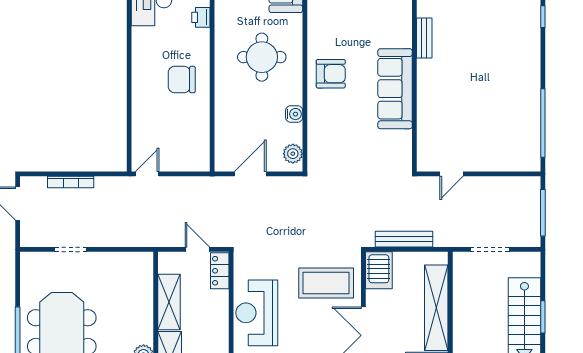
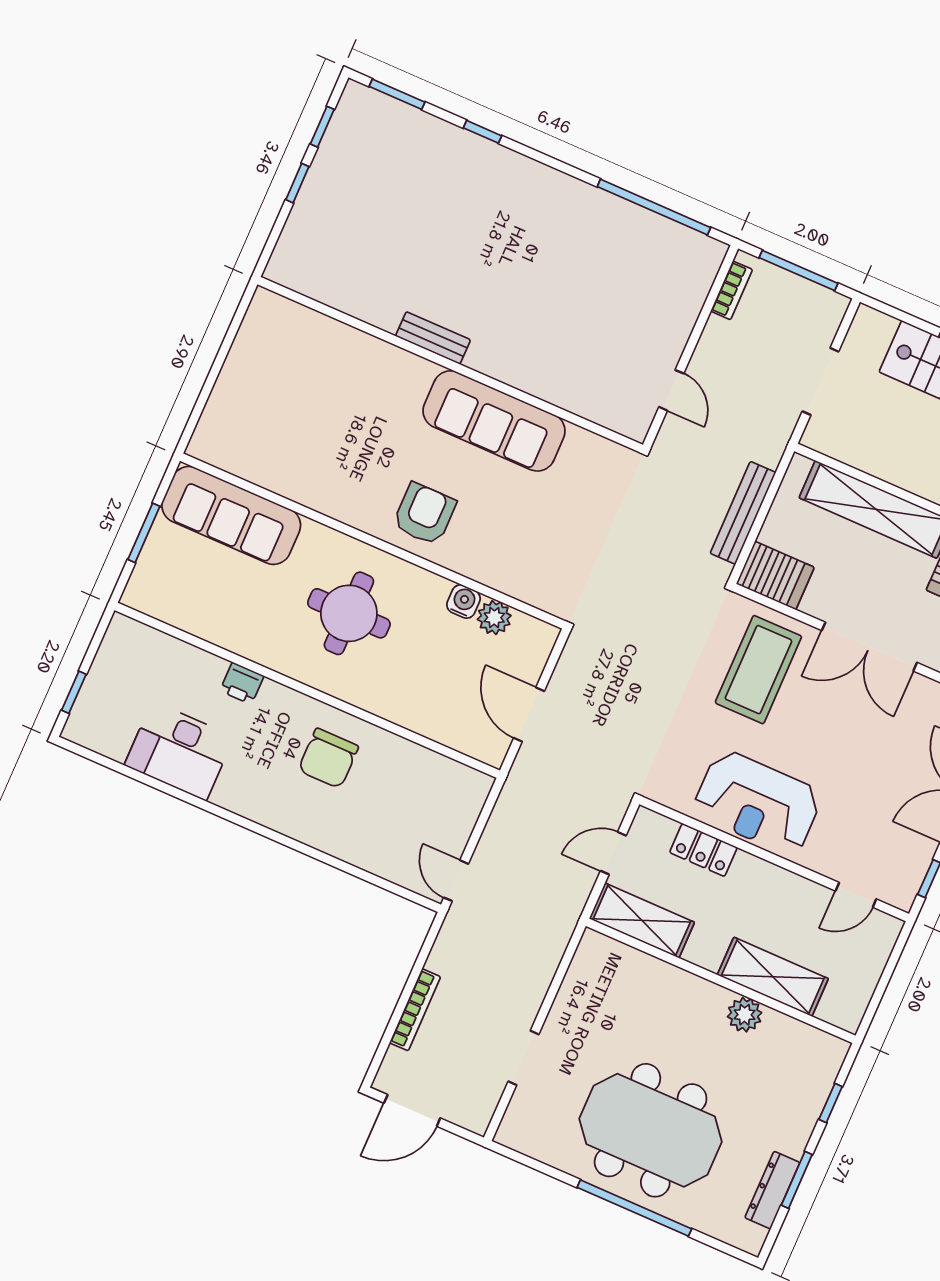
plant: (293, 154) -> (494, 618), moved
bookcase: (517, 182) -> (732, 290), added
locker: (220, 271) -> (703, 850), moved
shelving: (169, 302) -> (642, 920), moved

